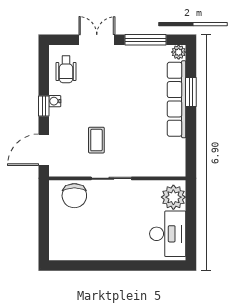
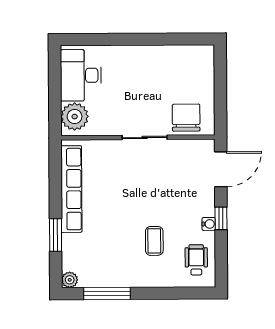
double door: (97, 40) -> (162, 293), removed
row of seats: (177, 99) -> (71, 189), moved
coffee table: (96, 140) -> (154, 241), moved

